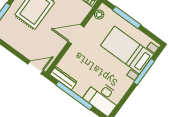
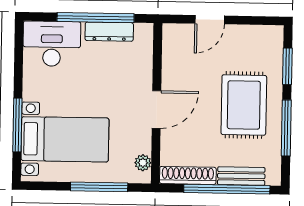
door: (36, 67) -> (210, 20), moved
dresser: (63, 78) -> (109, 32), moved

